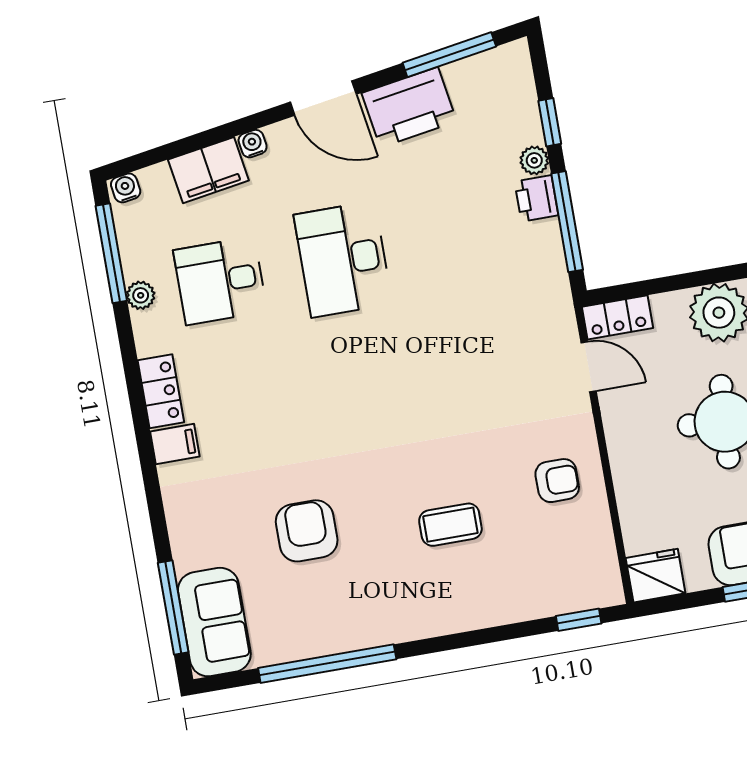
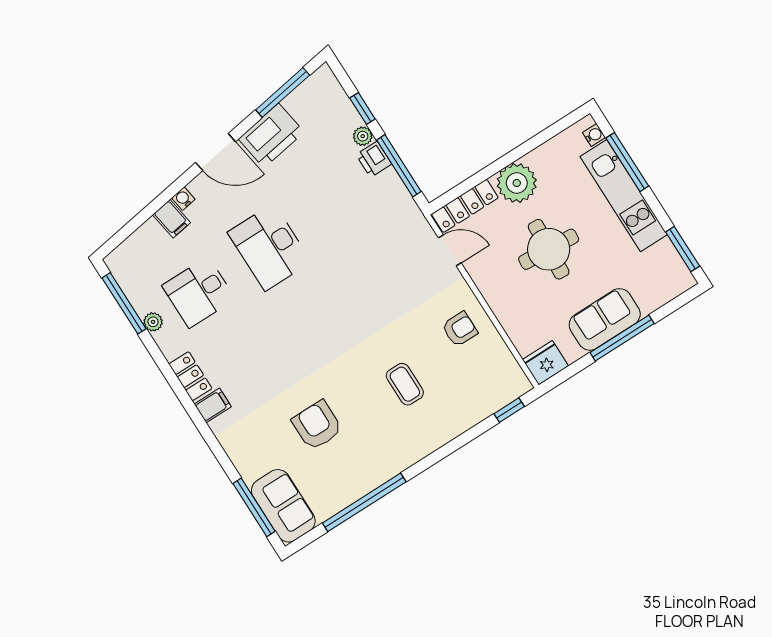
filing cabinet: (208, 170) -> (172, 219), width x0.50
water cooler: (126, 188) -> (116, 259), removed
locker: (617, 317) -> (465, 206), width x1.53
coffee table: (450, 525) -> (405, 384), turned 90

